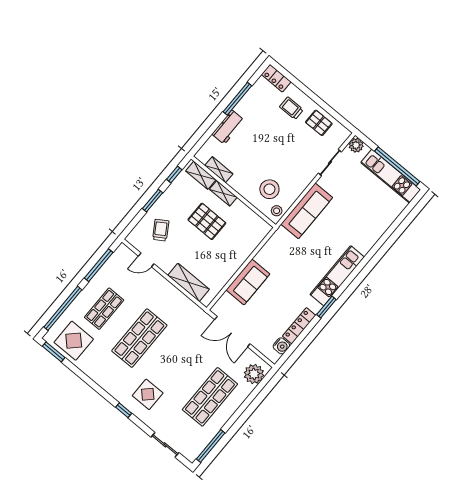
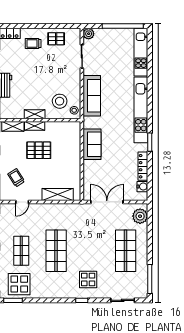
shelving: (219, 170) -> (35, 114), moved
kitchen unit: (391, 176) -> (141, 52), moved, turned 90
kitchen unit: (337, 276) -> (141, 110), width x1.36
sofa: (248, 282) -> (92, 144), moved
double door: (232, 332) -> (107, 202), swing flipped

